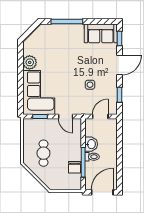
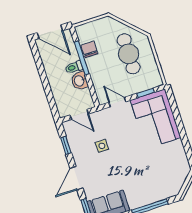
plant: (30, 62) -> (176, 149), removed
door: (100, 117) -> (79, 114), hinge flipped
cafe table: (43, 153) -> (129, 54), width x1.37, depth x1.35
door: (102, 192) -> (50, 32), hinge flipped

